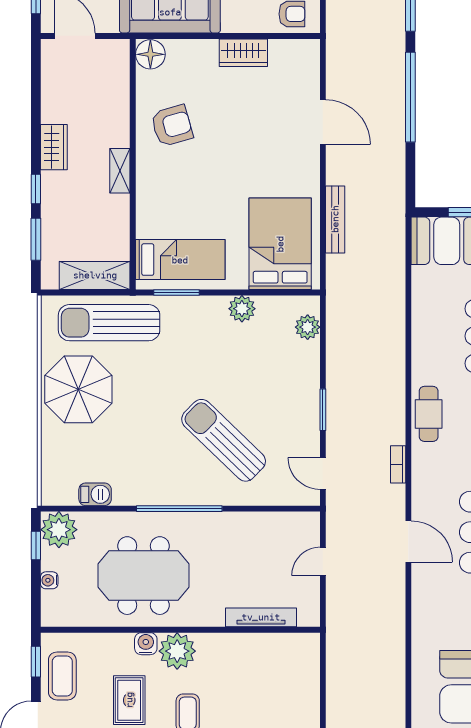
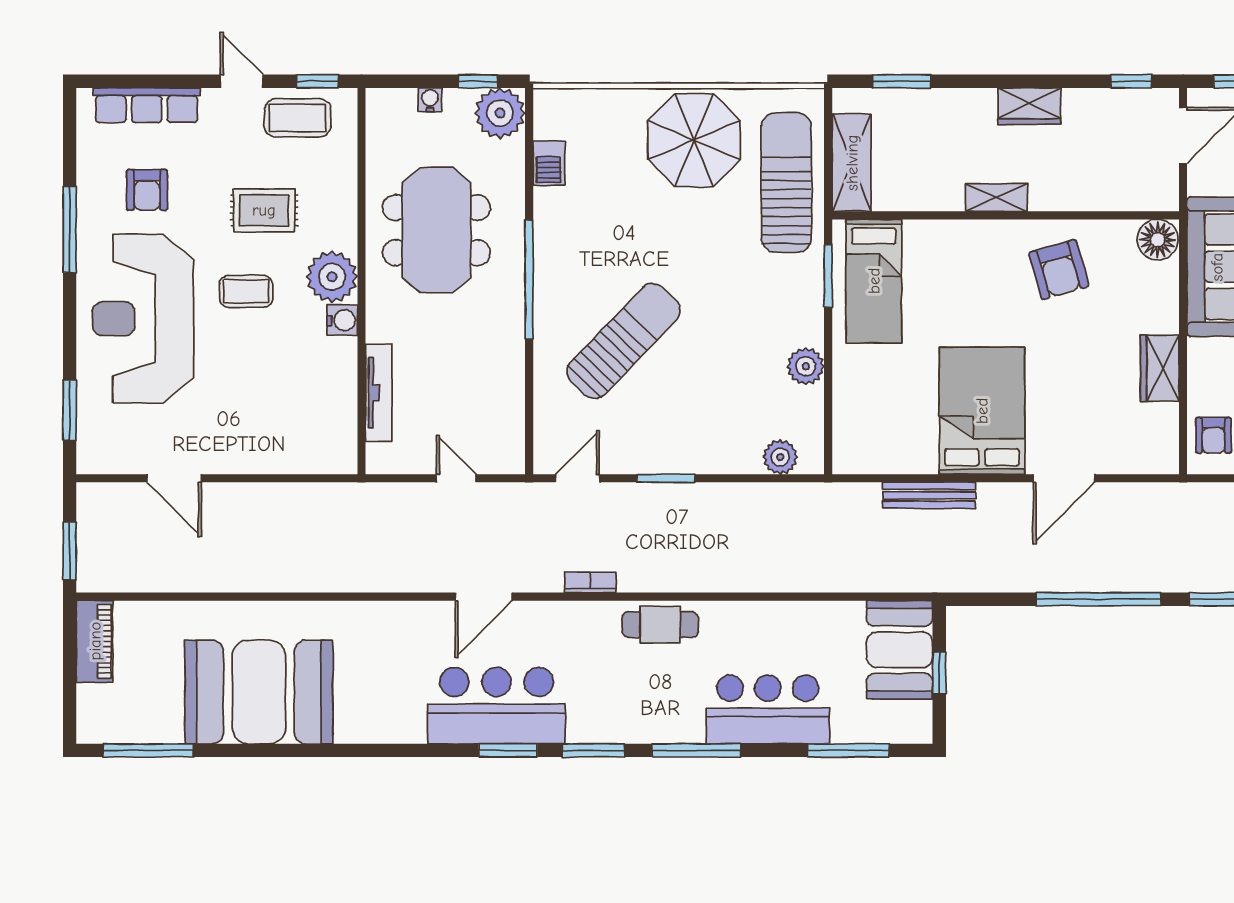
window: (36, 189) -> (1131, 81), moved
bed: (280, 244) -> (982, 411), moved, turned -90
water cooler: (146, 644) -> (342, 320), moved

